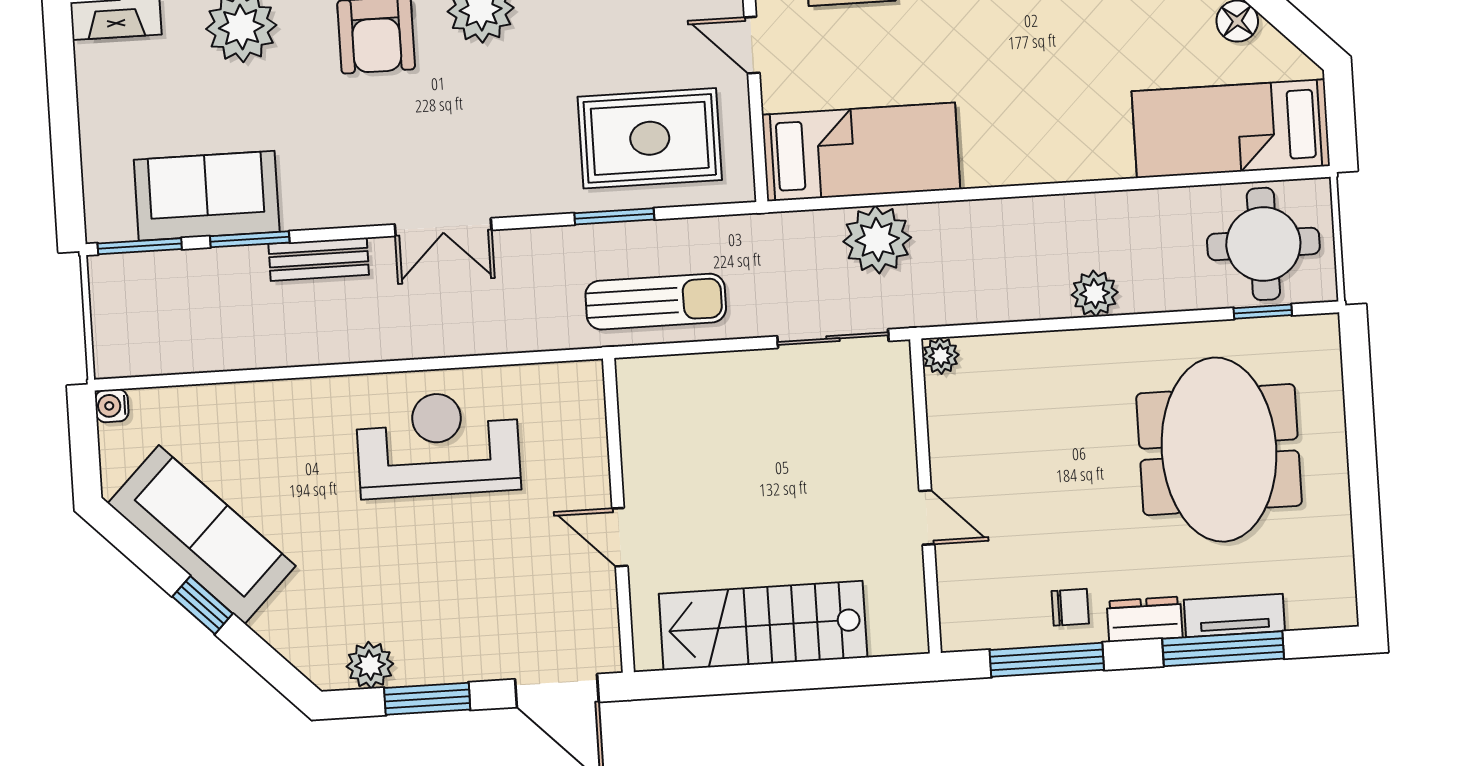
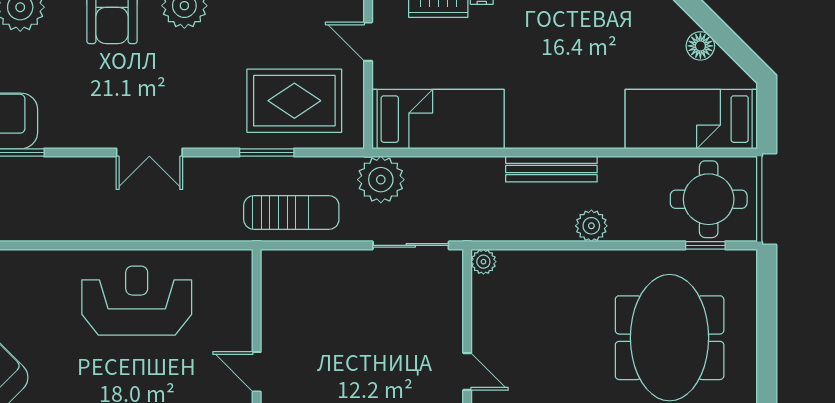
plant: (877, 240) -> (381, 180), moved
bench: (319, 259) -> (551, 169), moved, width x1.36

